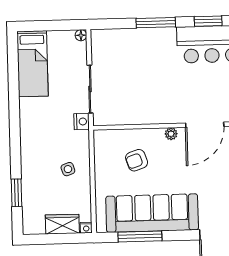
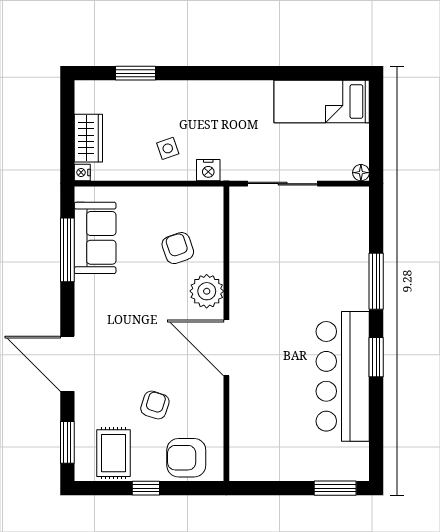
nightstand: (82, 122) -> (208, 170), moved
plant: (171, 134) -> (207, 291), width x1.88, depth x1.88
sofa: (152, 213) -> (95, 238), width x0.54, depth x0.79

